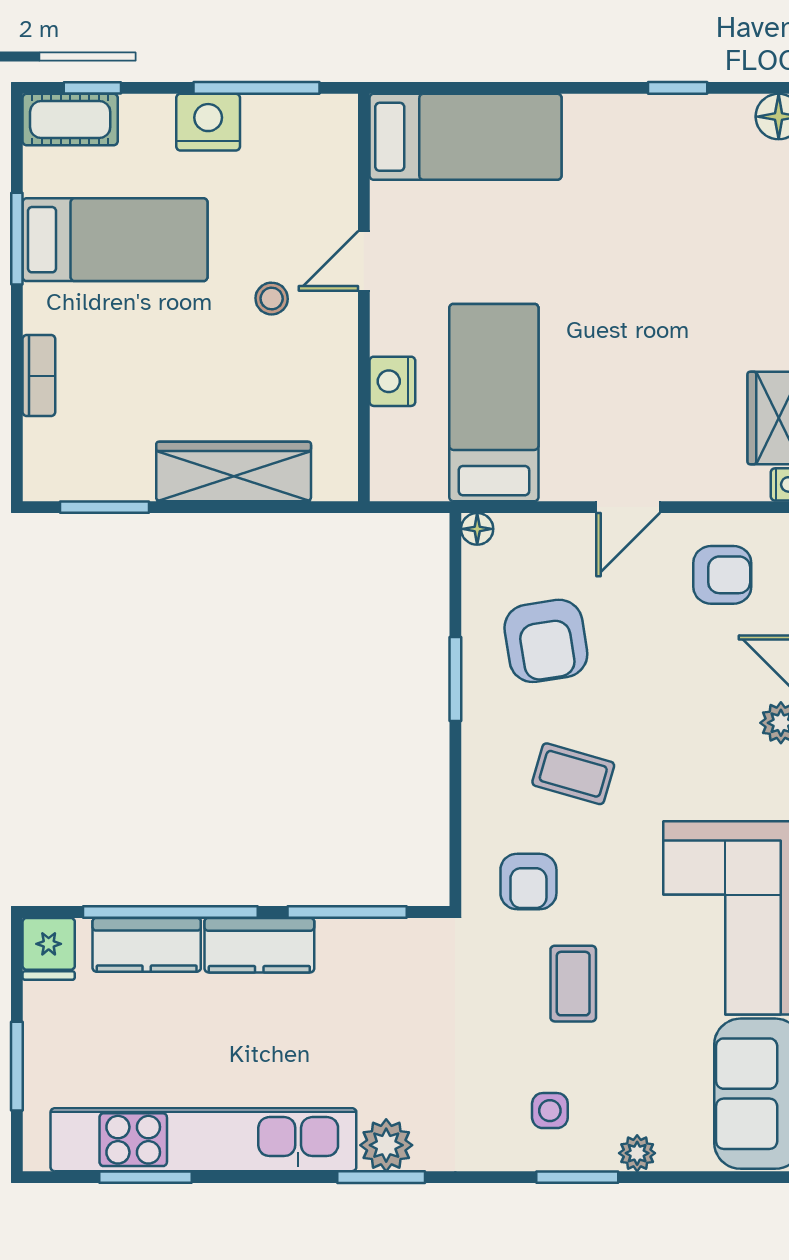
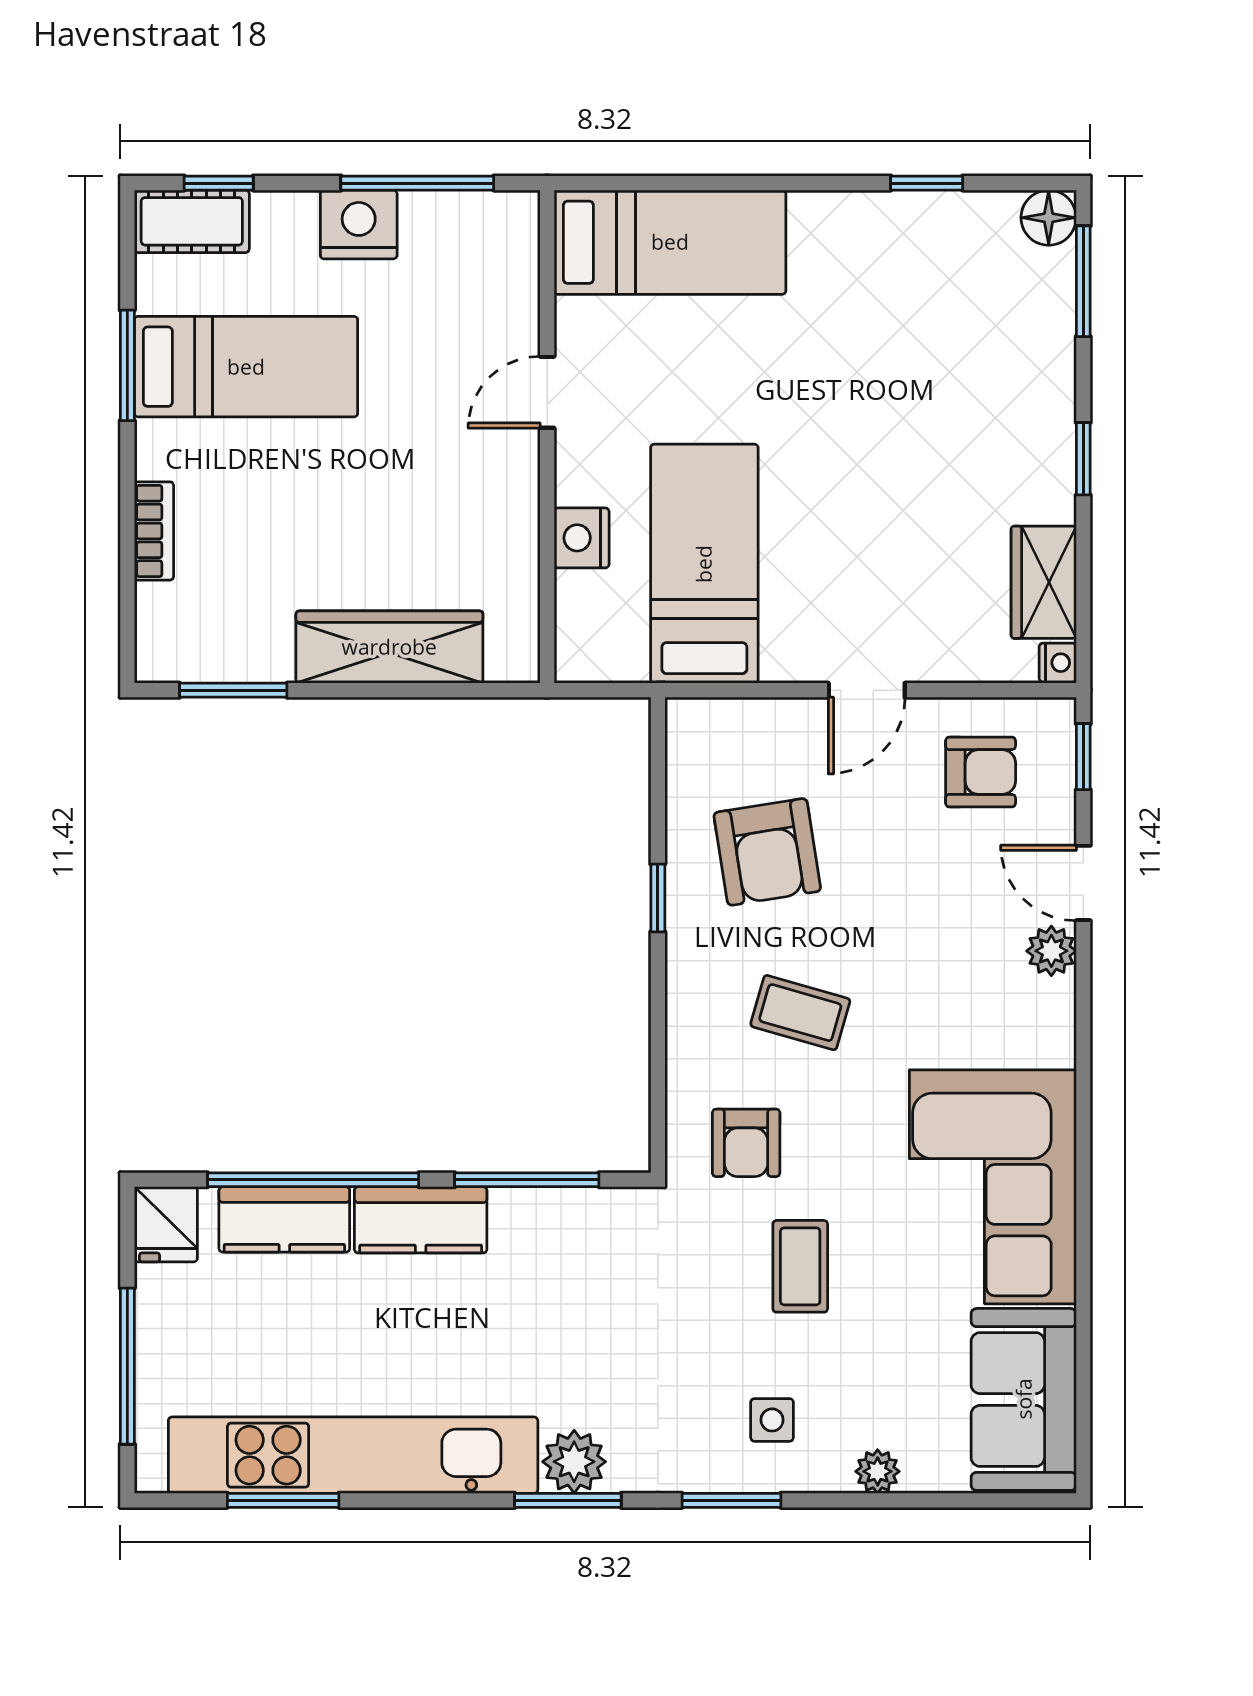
stool: (272, 299) -> (435, 438), removed
floor lamp: (477, 529) -> (684, 716), removed
window: (455, 679) -> (658, 898), width x0.67
window: (17, 1066) -> (127, 1366), width x1.44
window: (577, 1177) -> (731, 1500), moved

